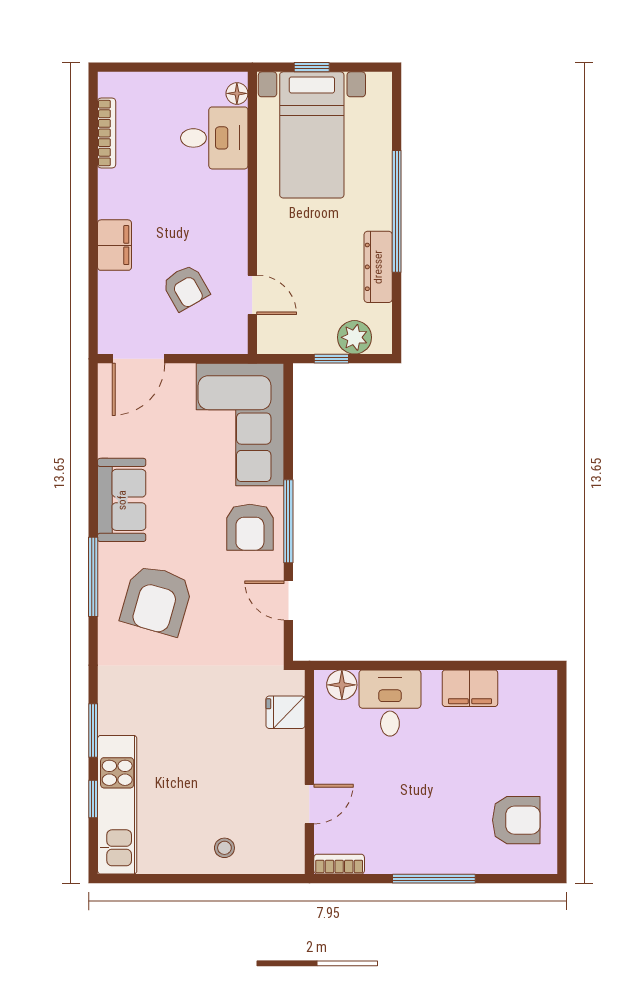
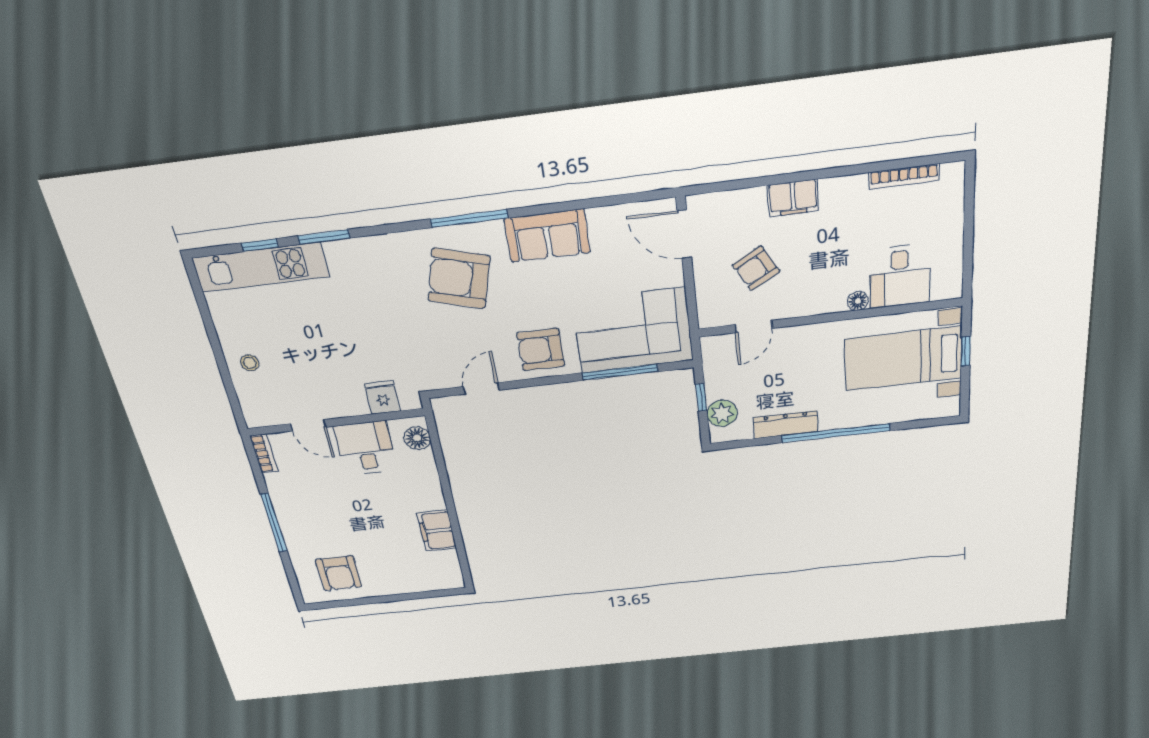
floor lamp: (237, 93) -> (858, 301), moved
window: (288, 521) -> (620, 372), moved
desk: (390, 703) -> (366, 448), moved, turned -90

